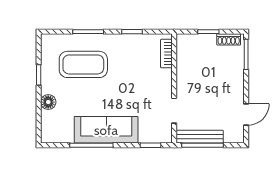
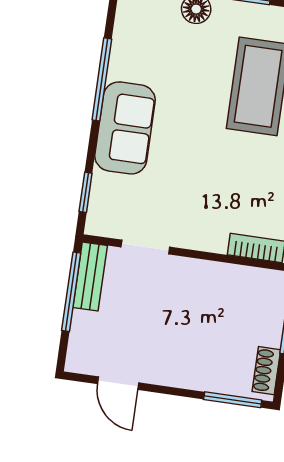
sofa: (106, 130) -> (125, 128), width x0.73
bench: (200, 137) -> (90, 277), width x0.73

